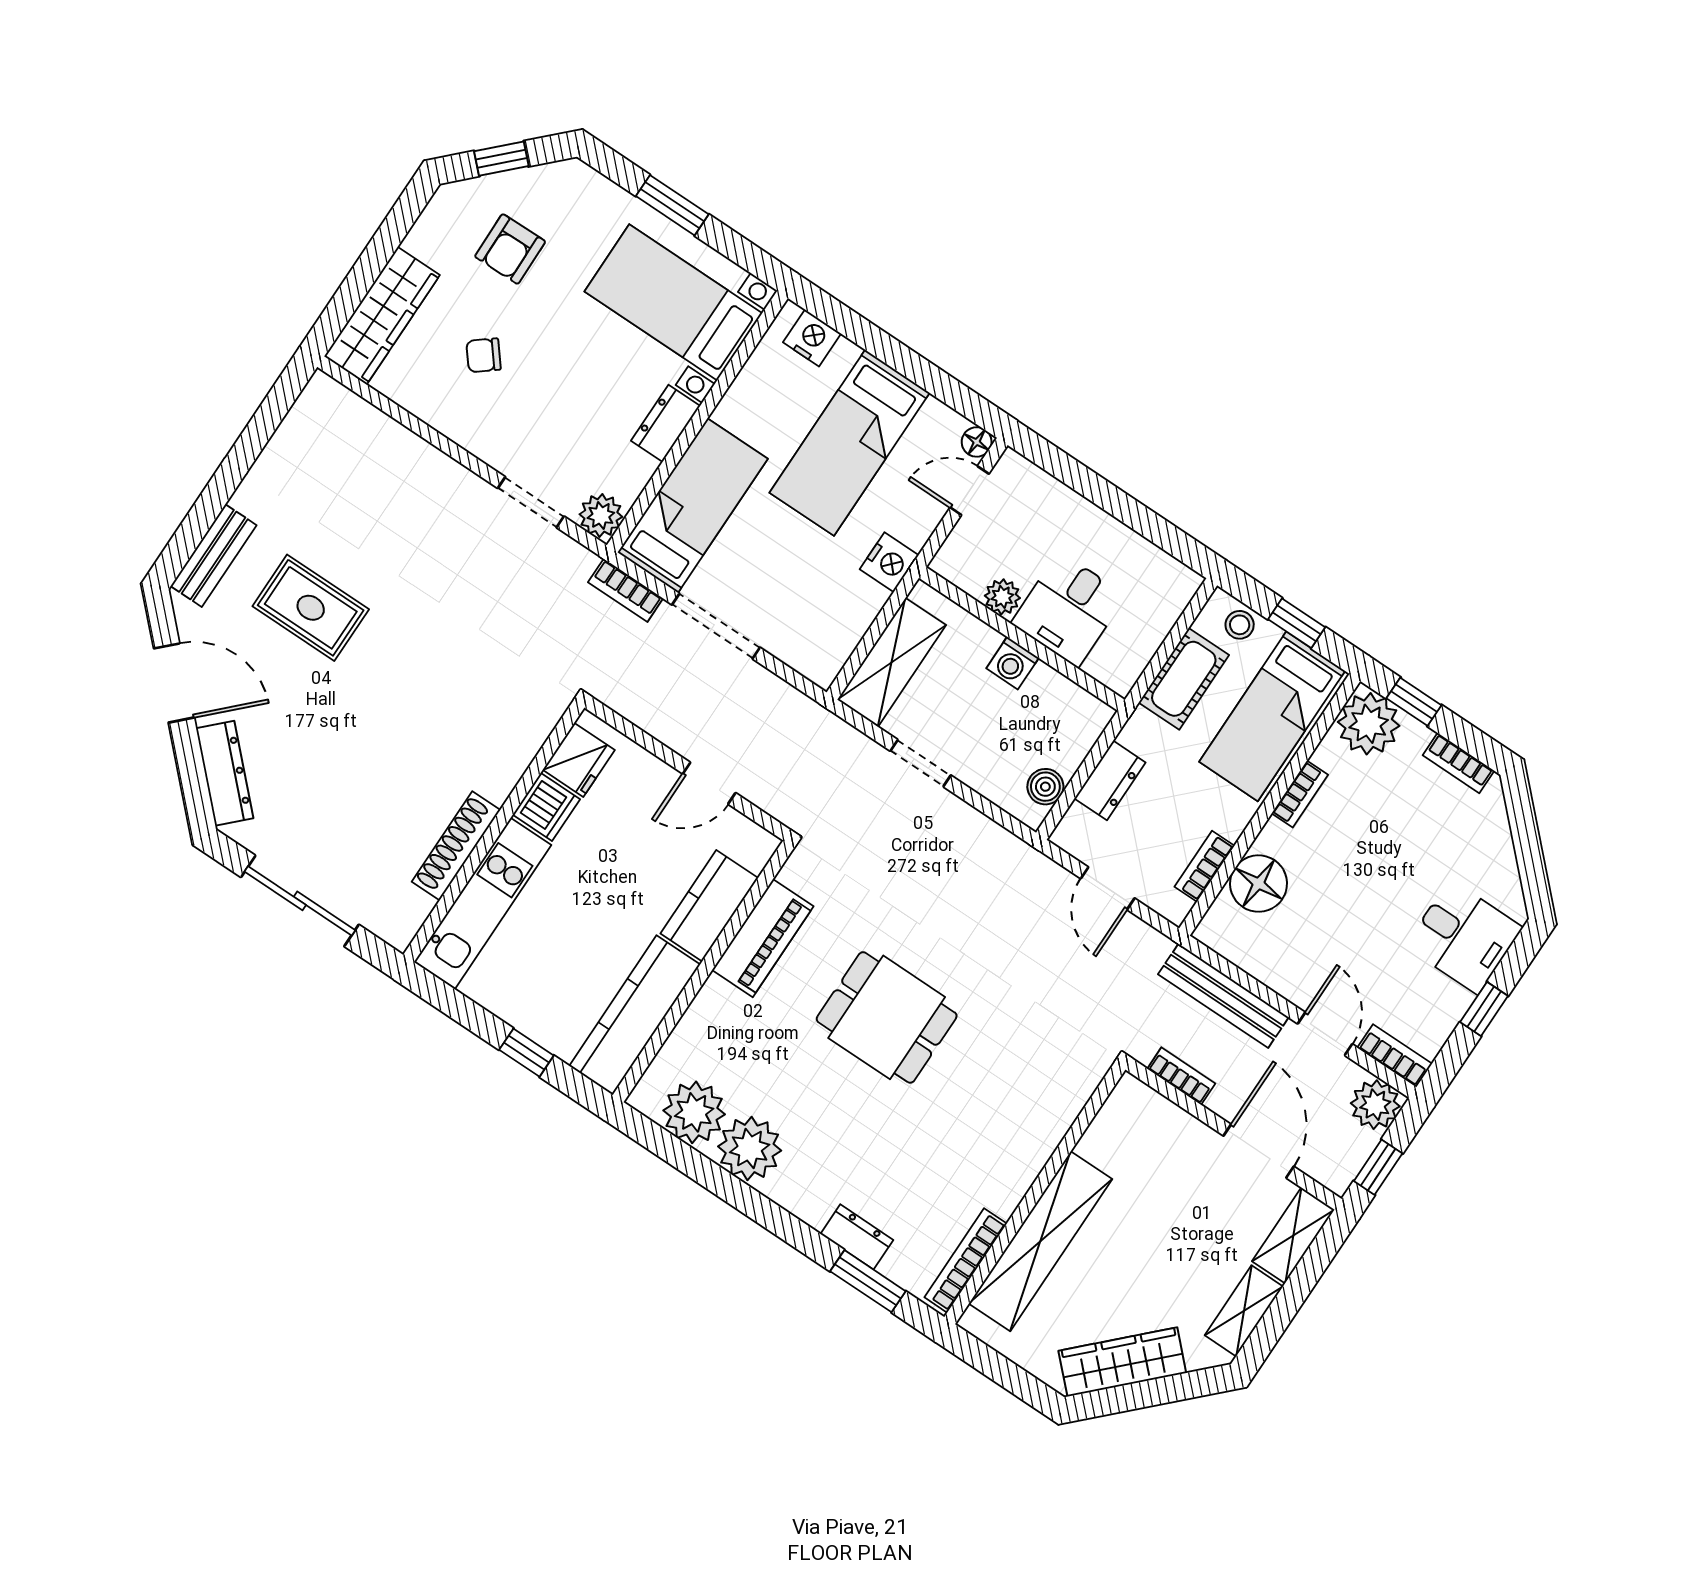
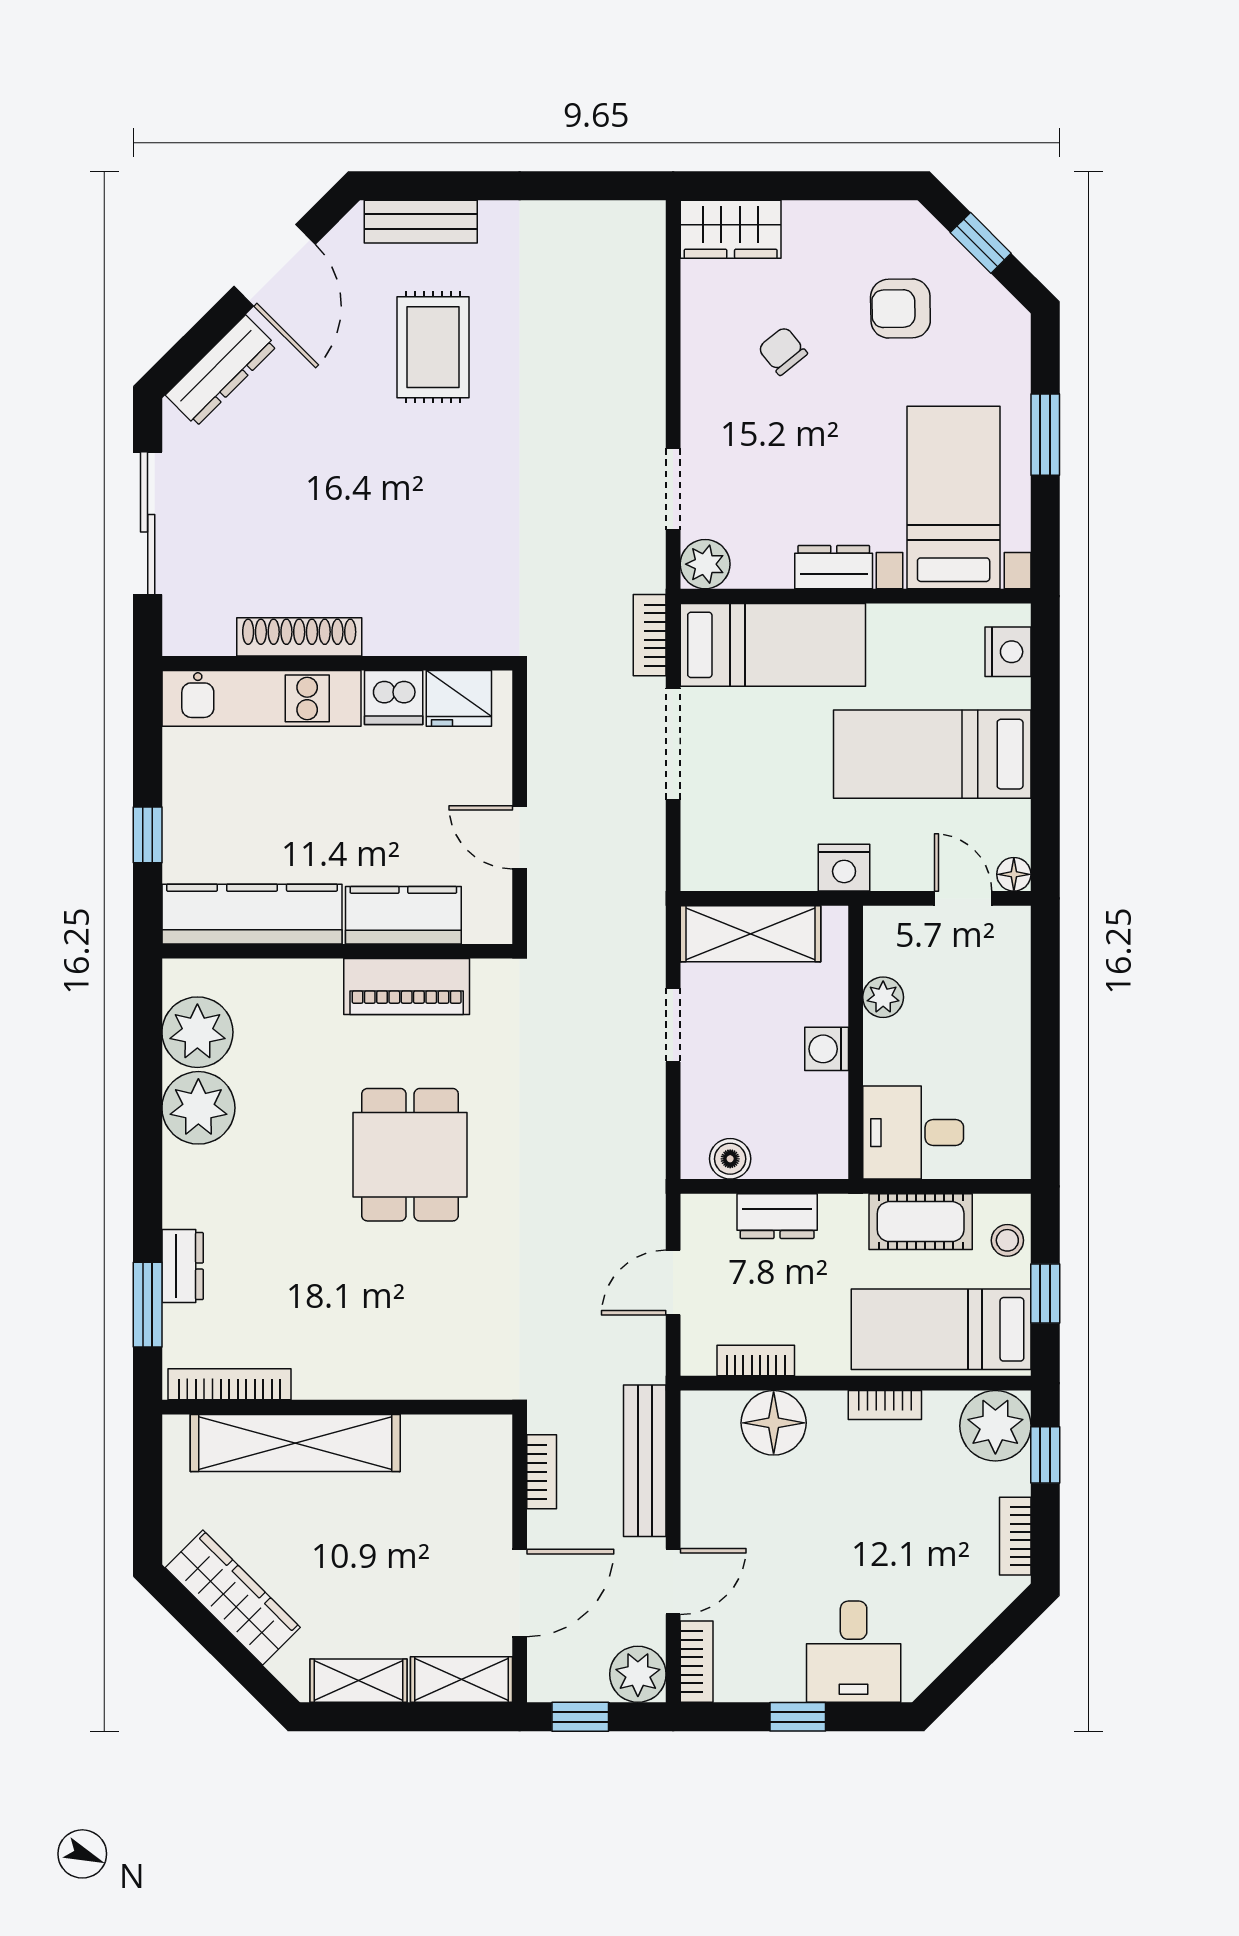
wardrobe: (382, 316) -> (731, 229), width x0.67
desk: (1068, 609) -> (913, 1133), moved

